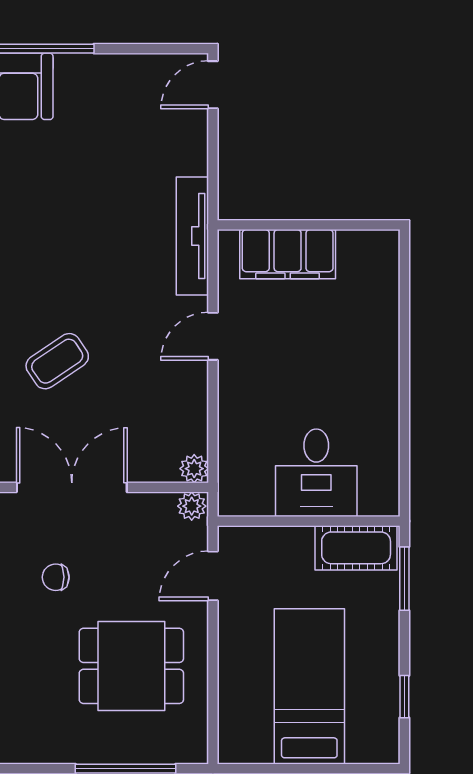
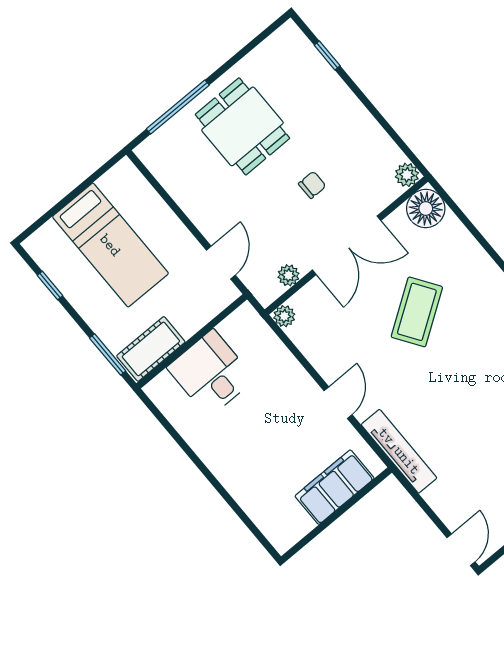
coffee table: (57, 361) -> (417, 312), width x1.36, depth x1.30
plant: (192, 506) -> (288, 275), moved
dining table: (131, 666) -> (242, 126), moved, turned 90

